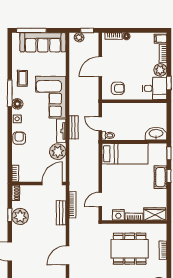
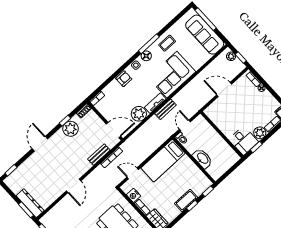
armchair: (118, 88) -> (220, 115), removed
washbasin: (156, 134) -> (202, 158), moved
bed: (125, 154) -> (163, 161), moved, turned 90
door: (67, 255) -> (74, 186), swing flipped

